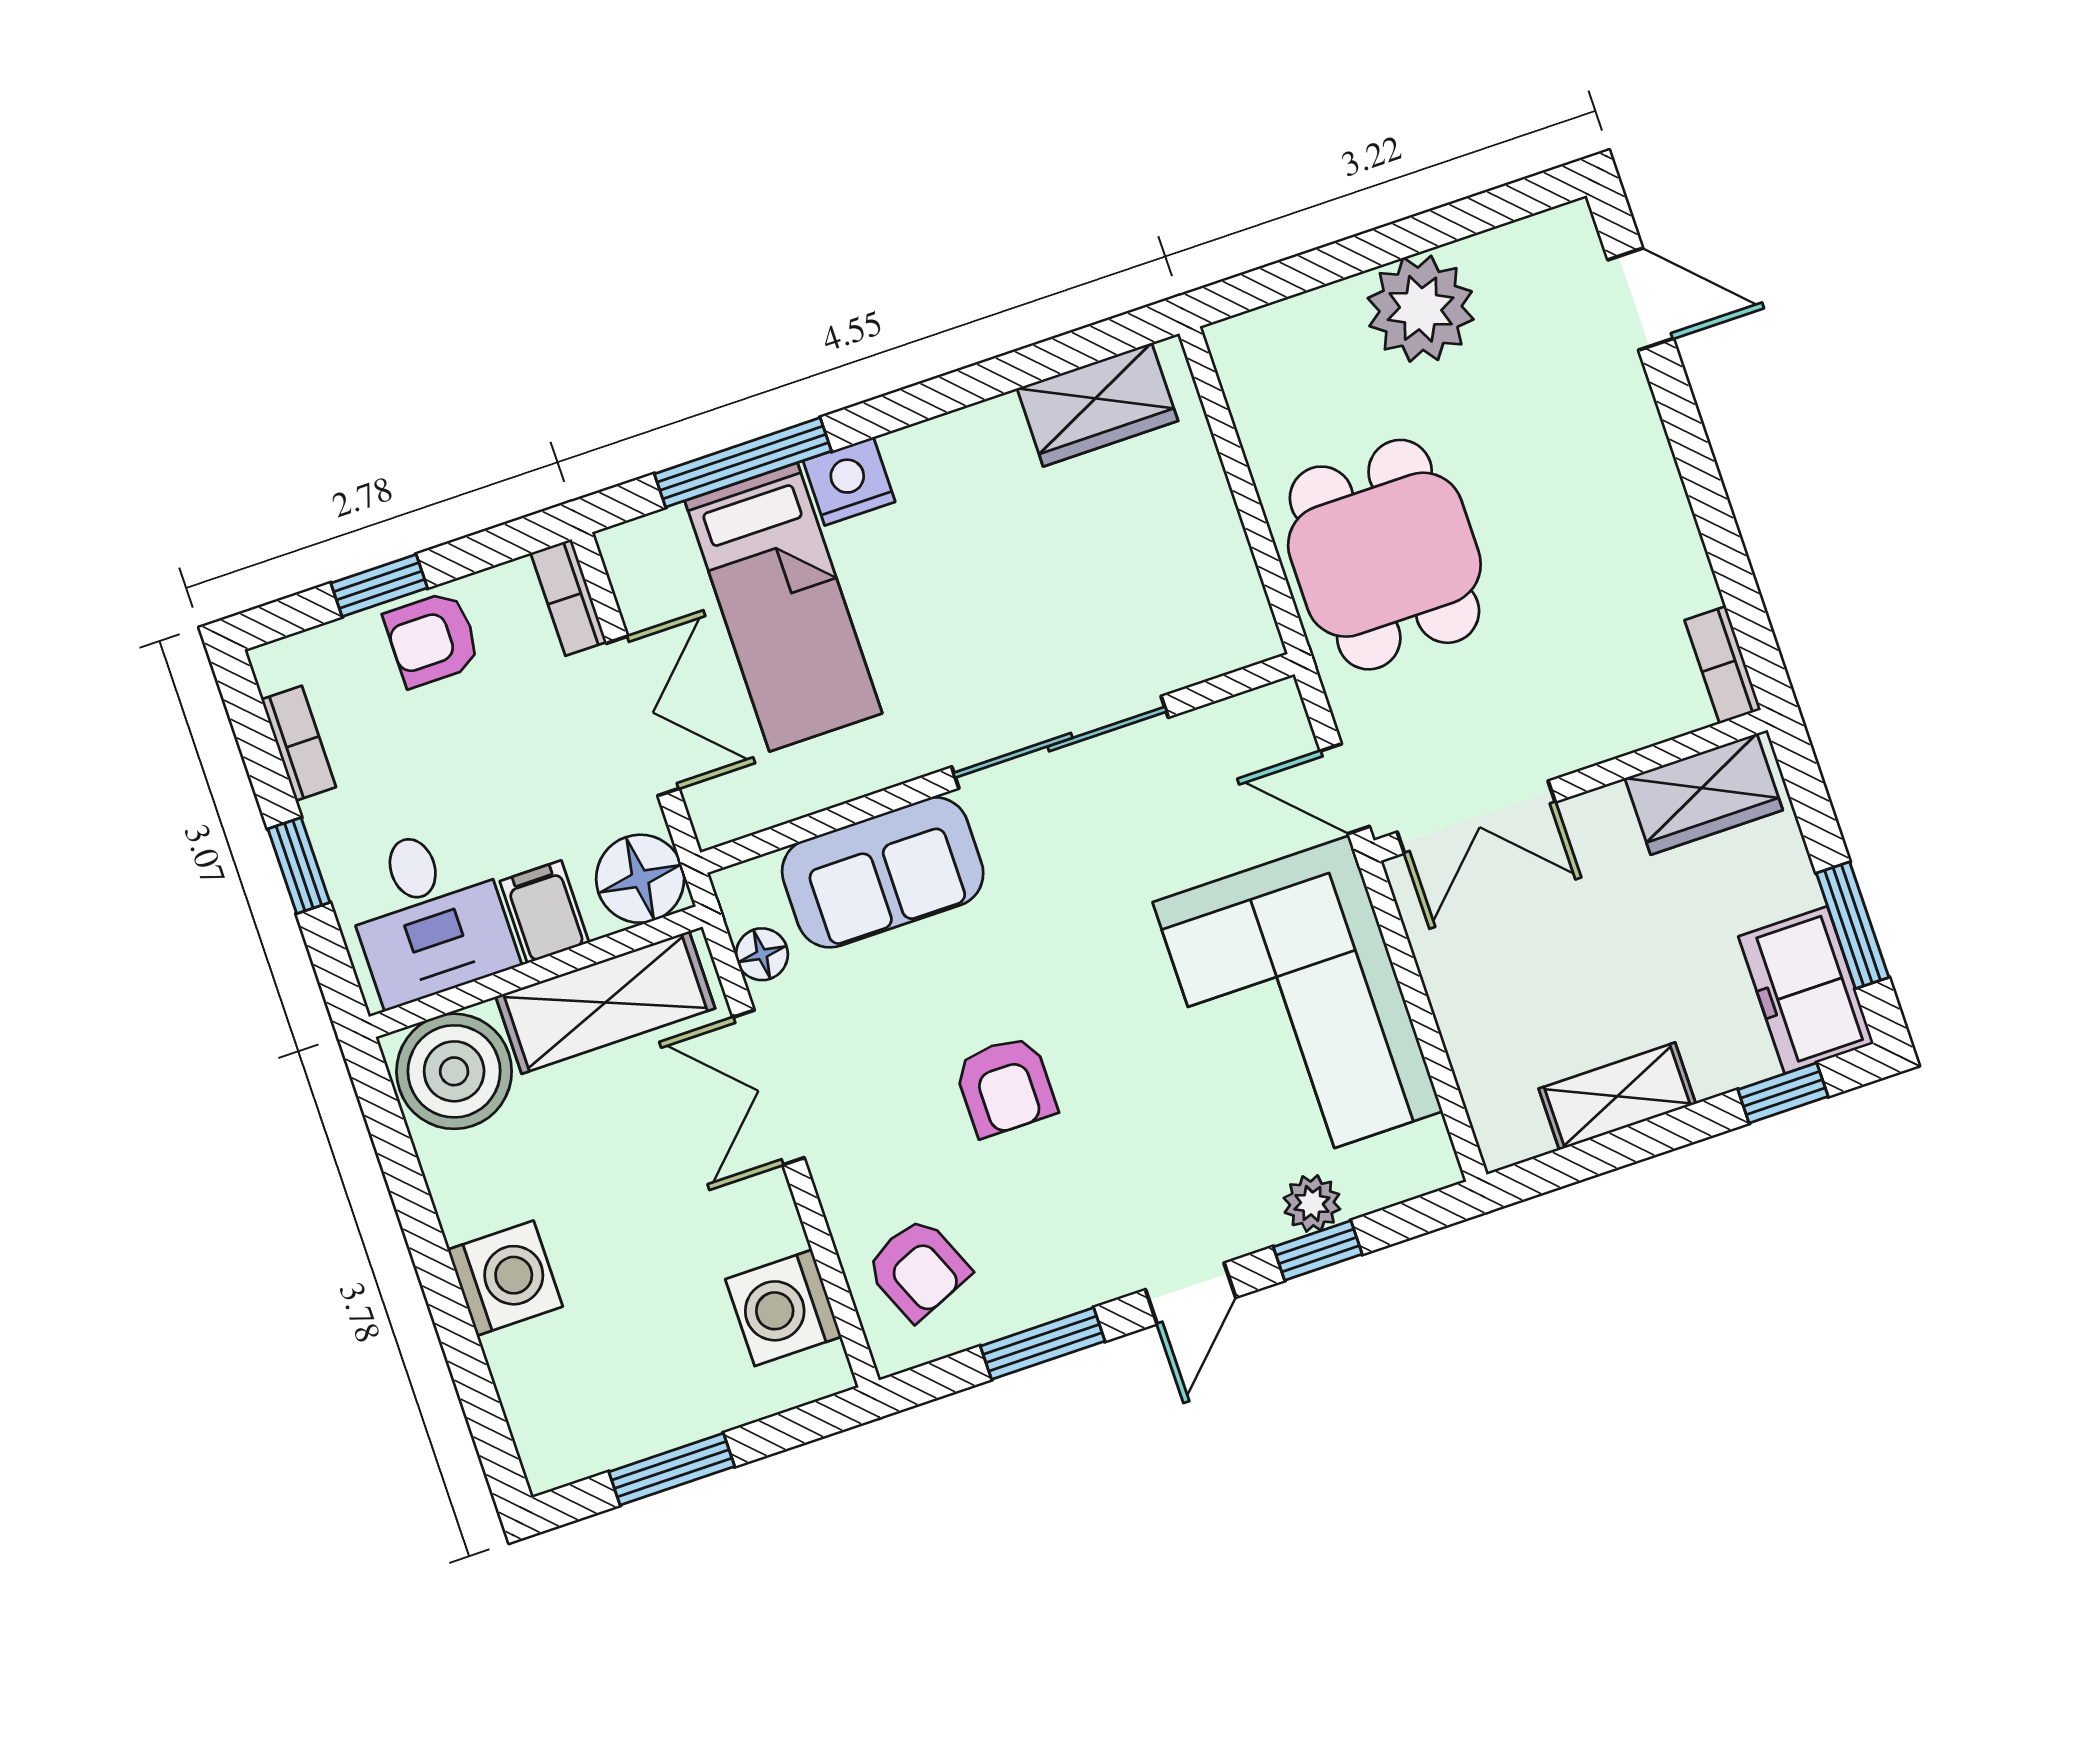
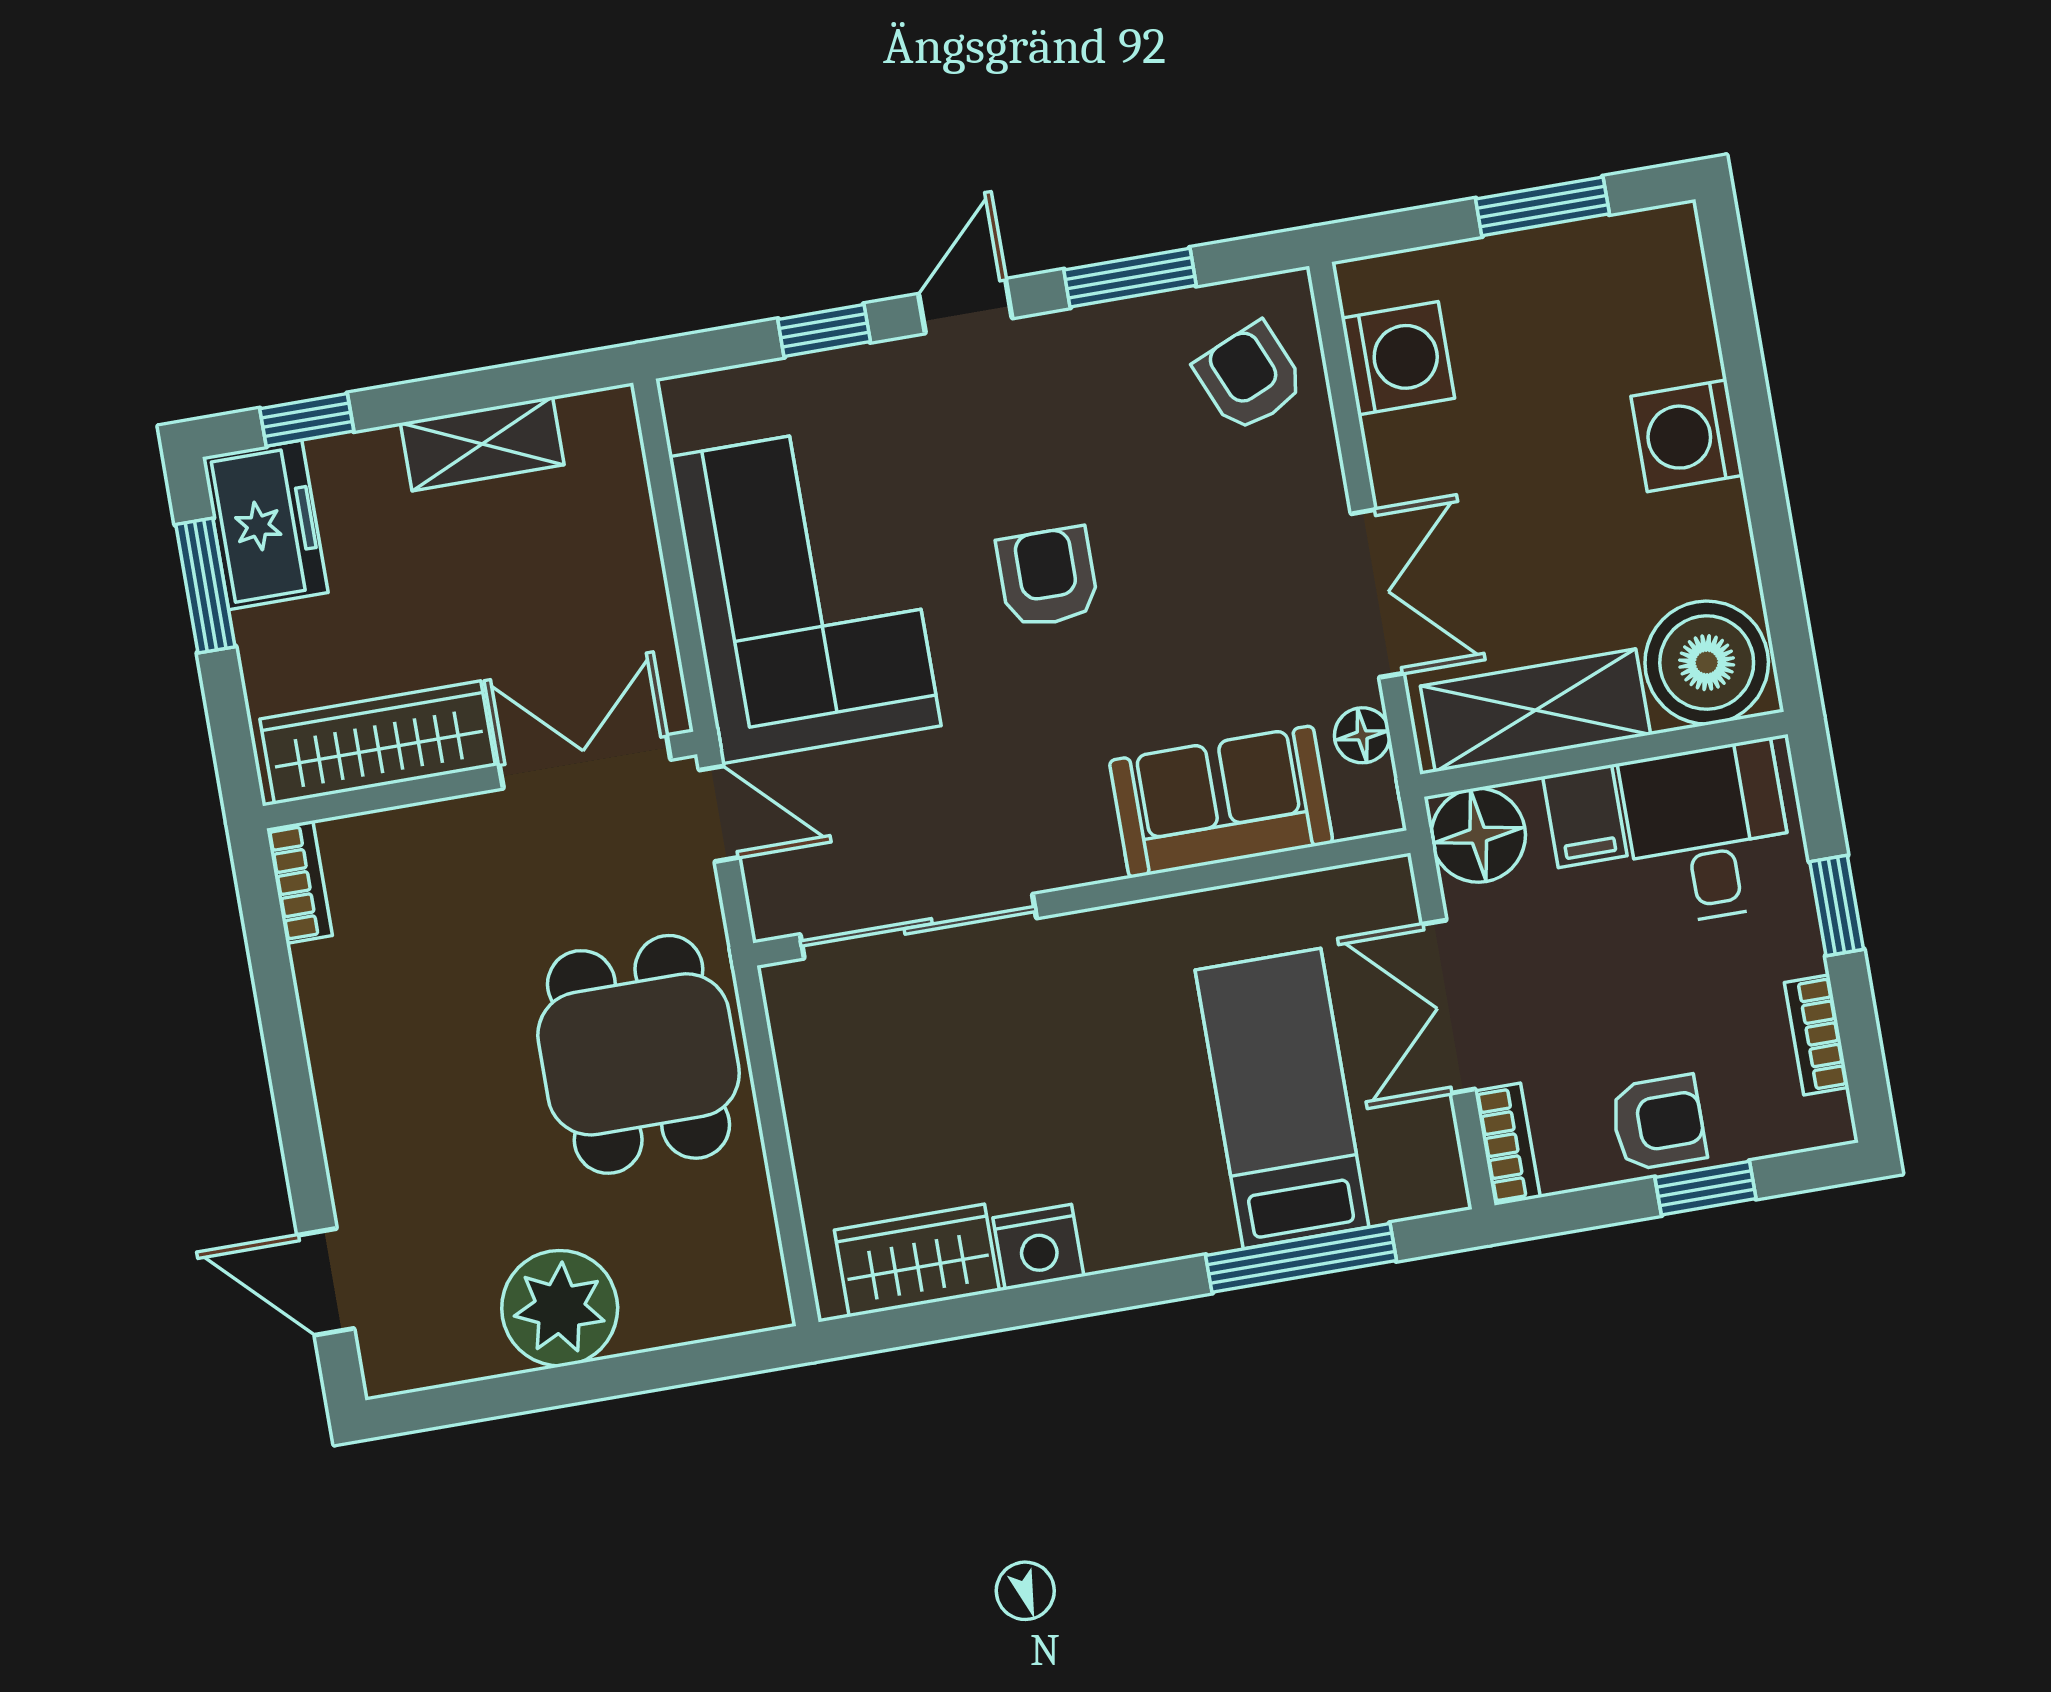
nightstand: (849, 481) -> (1038, 1247), moved
sliding door: (1060, 742) -> (918, 926), moved
wardrobe: (1704, 794) -> (378, 742), width x1.50
armchair: (1005, 1086) -> (1048, 577), moved
plant: (1312, 1203) -> (822, 381), removed

